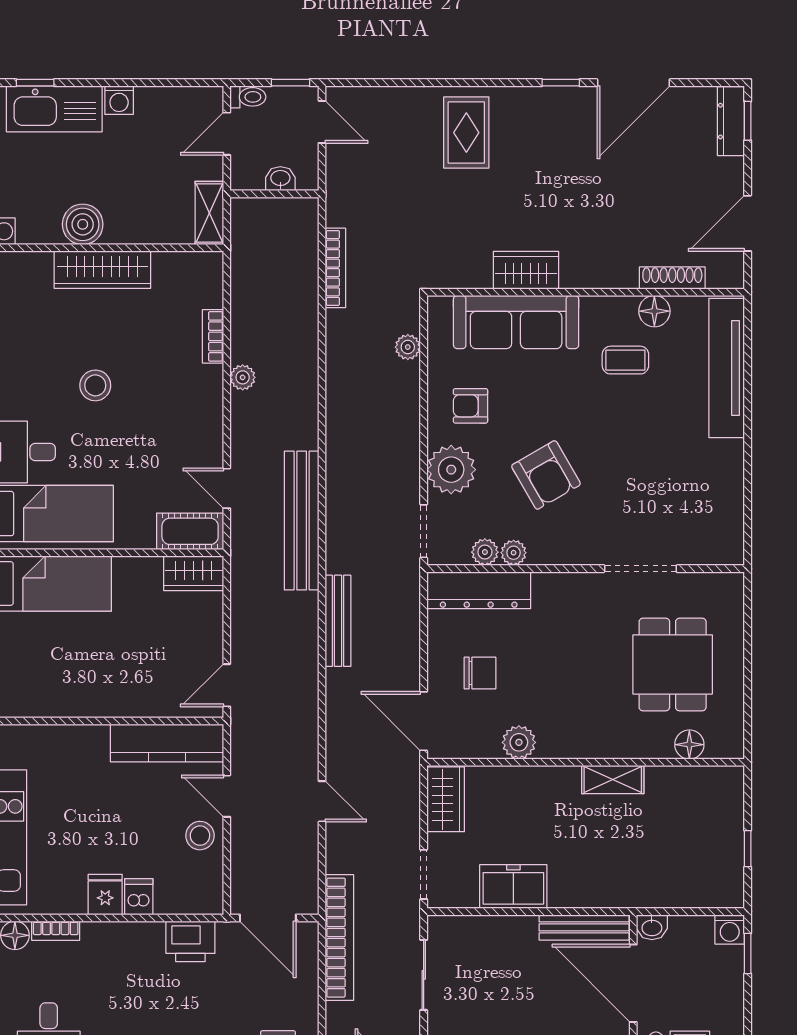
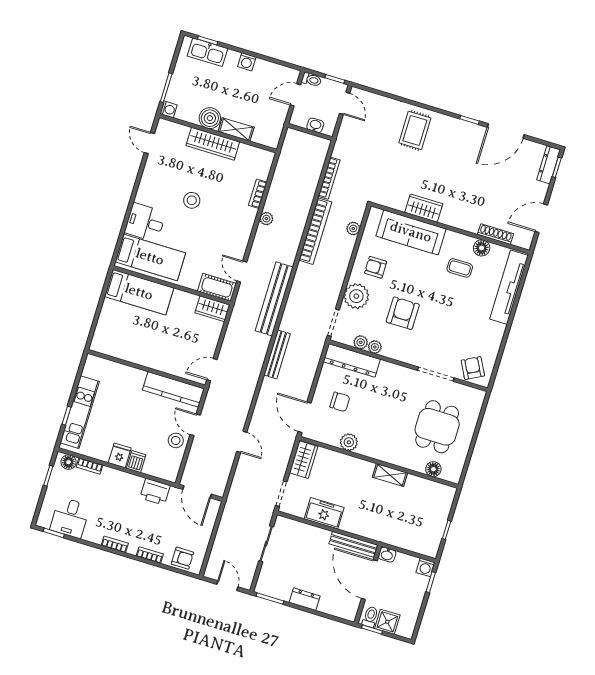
kitchen sink: (54, 109) -> (208, 52), width x0.73, depth x0.81
shelving: (209, 213) -> (236, 129), moved, turned 90
armchair: (546, 475) -> (403, 313), turned -150
armchair: (705, 537) -> (473, 368), added
bookcase: (339, 938) -> (315, 231), moved

